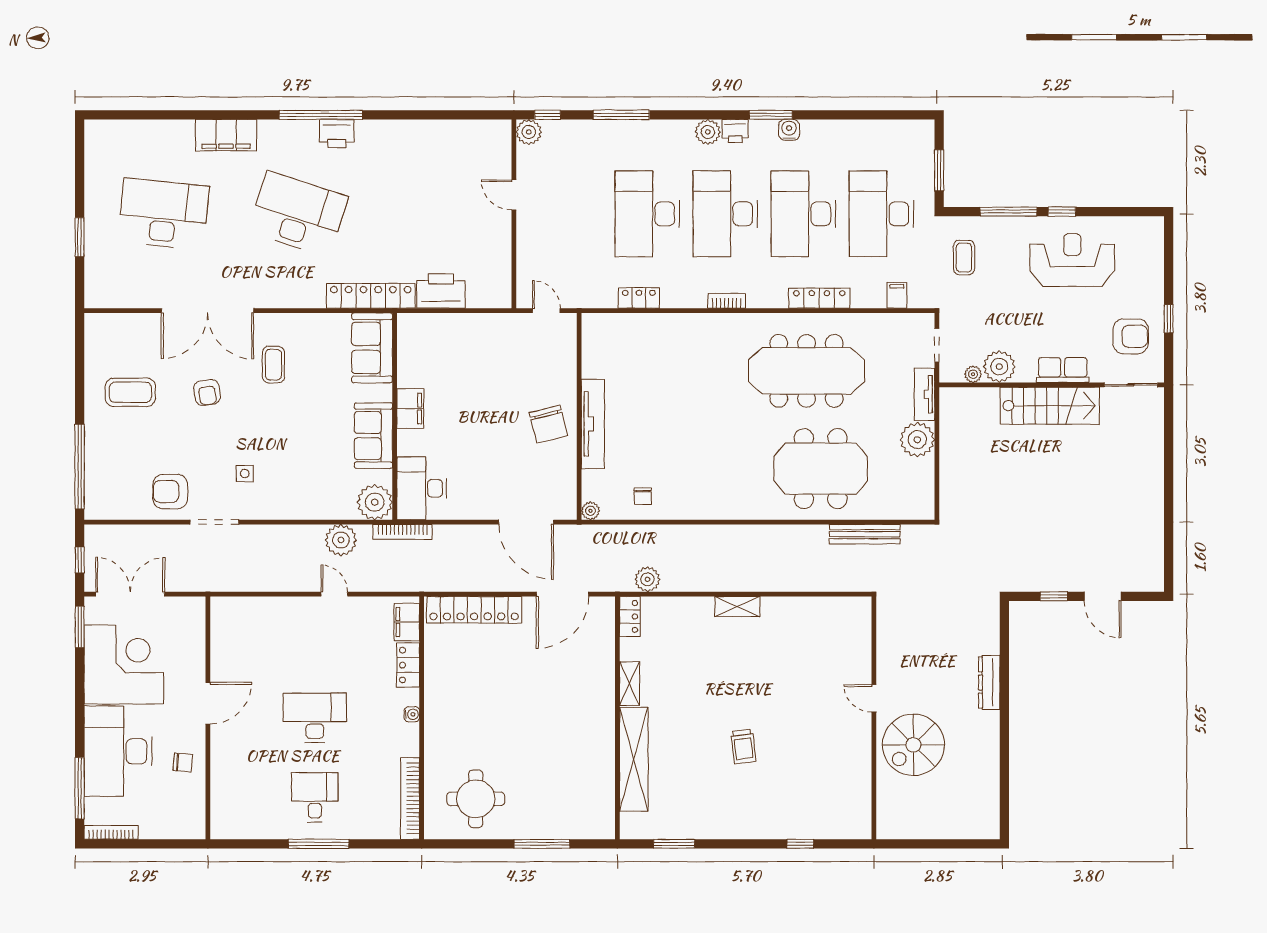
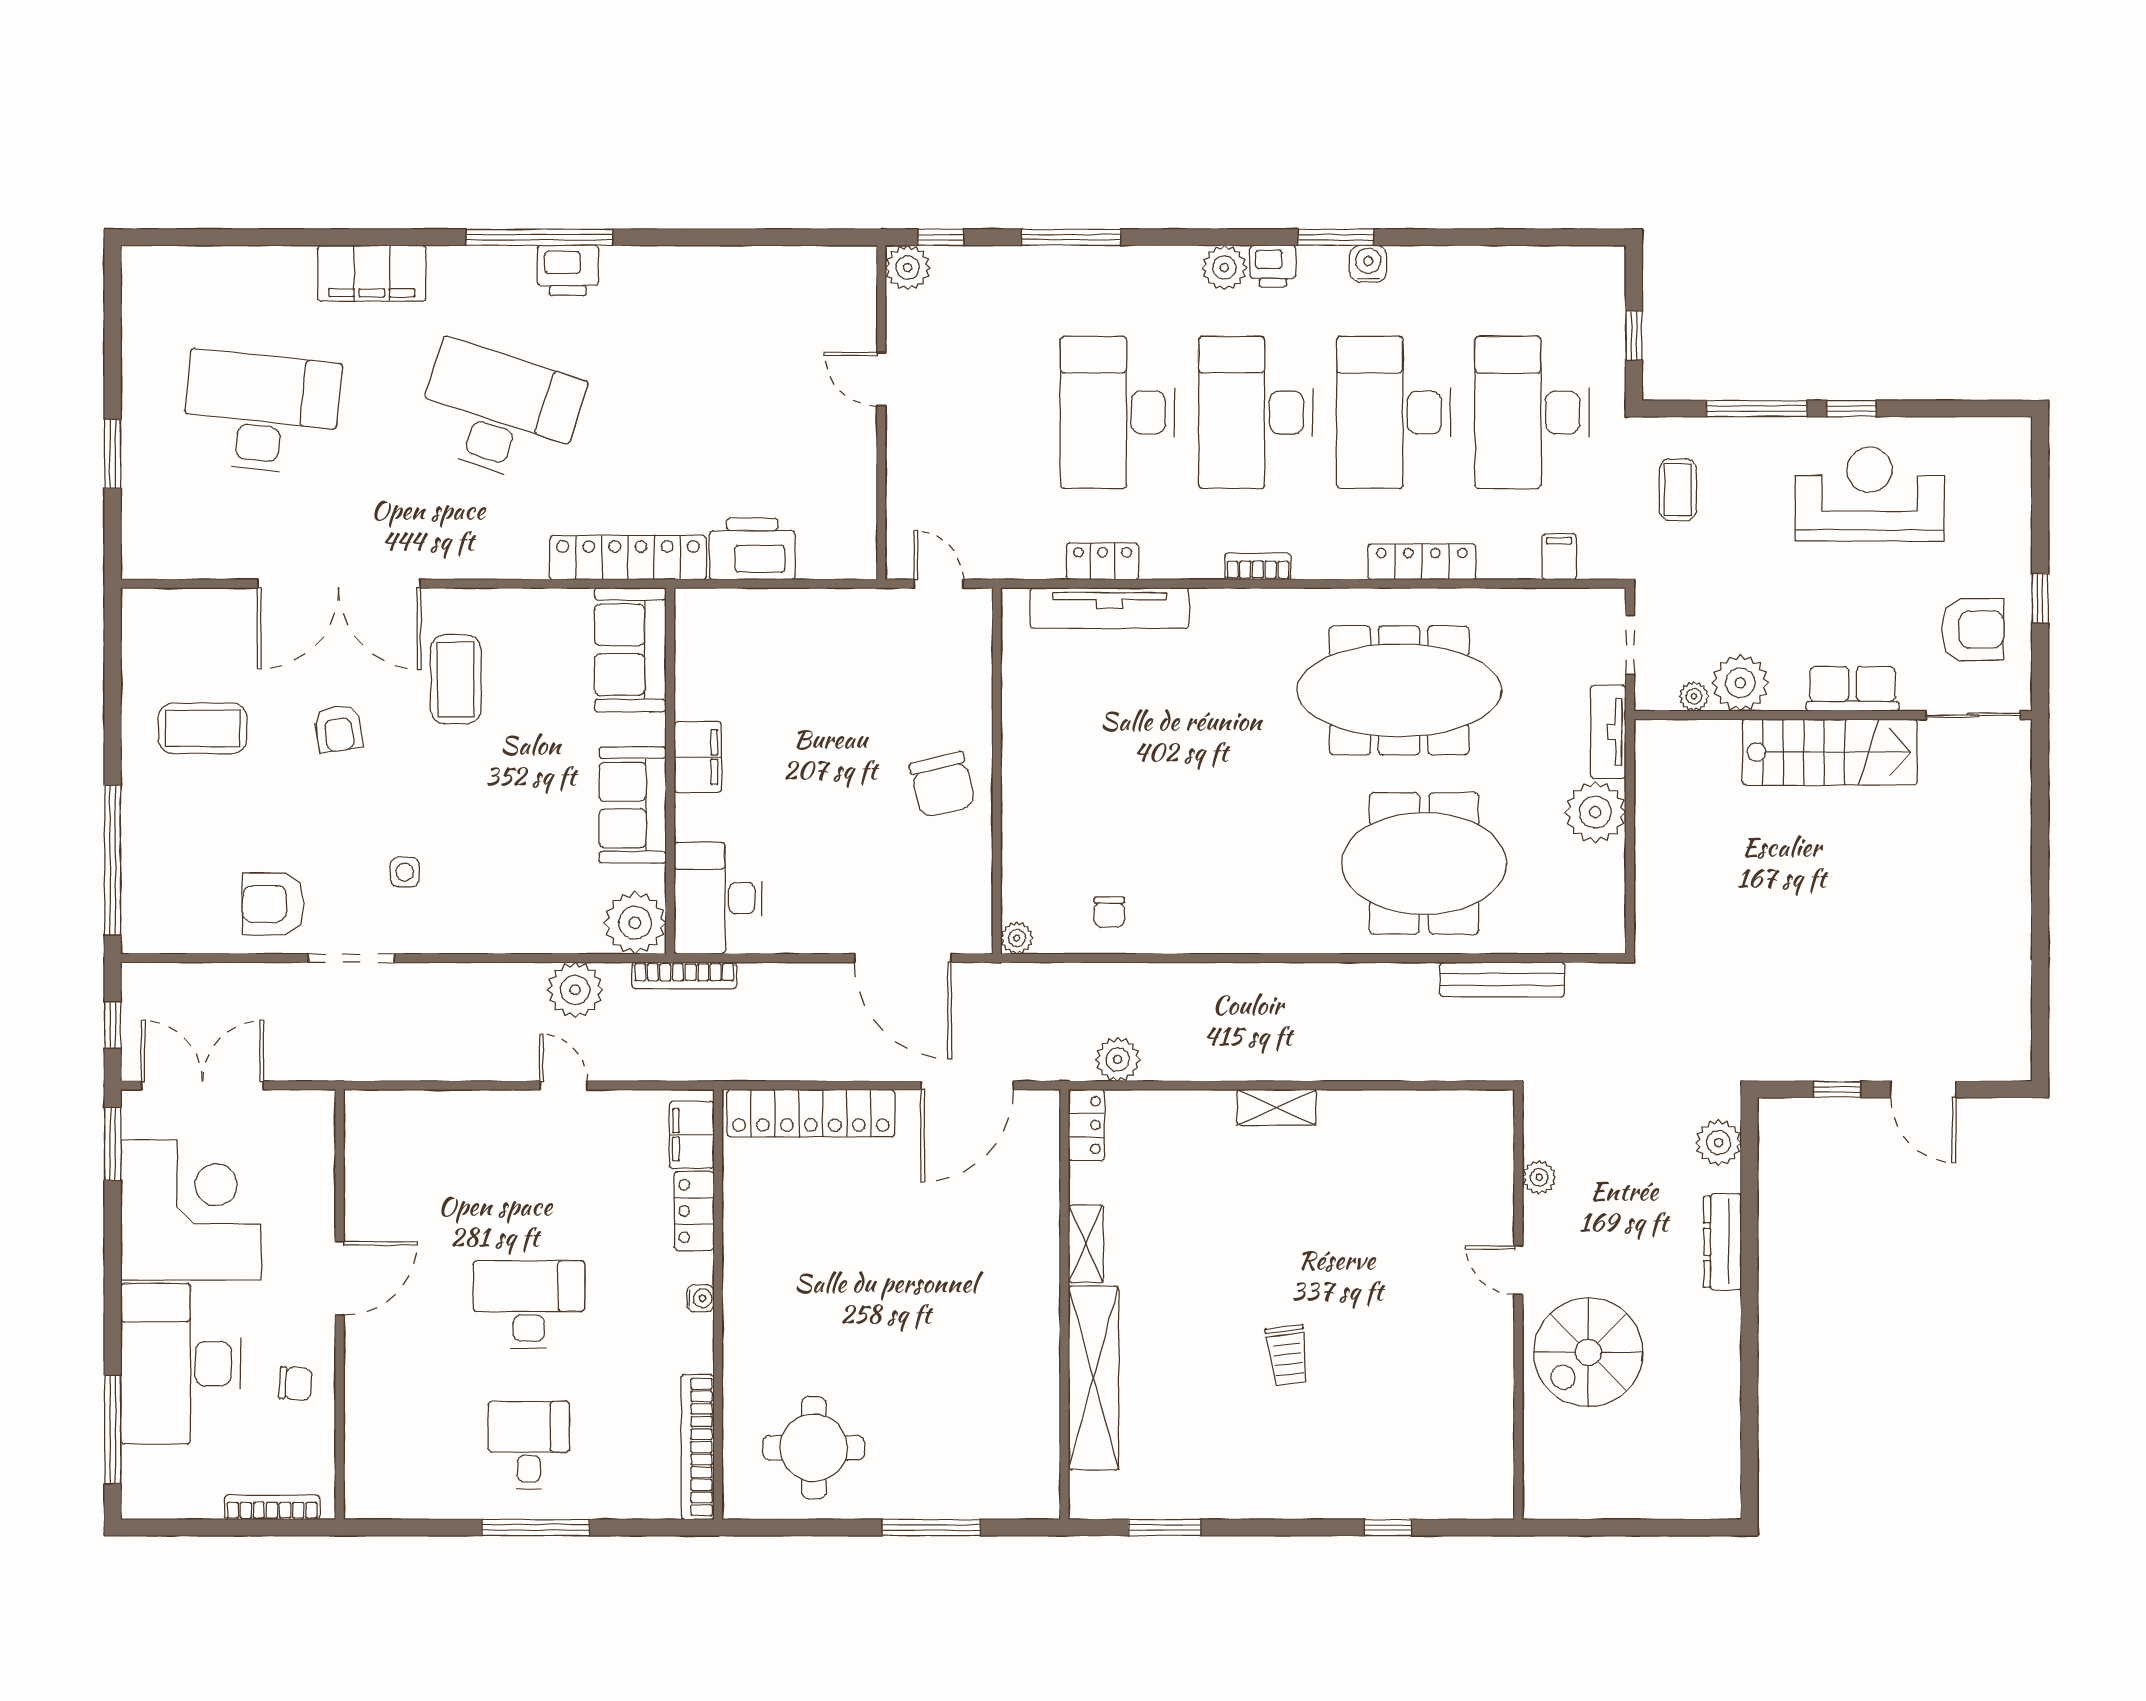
window: (939, 170) -> (1634, 336), width x0.67
coffee table: (273, 365) -> (456, 679), width x1.36, depth x1.30
tv unit: (593, 424) -> (1109, 608), moved, turned 90
plant: (987, 626) -> (1719, 1143), added
plant: (886, 646) -> (1539, 1177), added
bookcase: (111, 832) -> (272, 1507), moved

